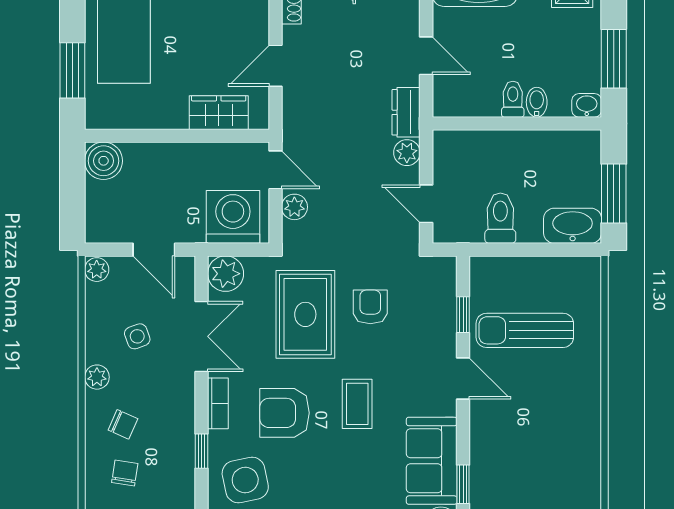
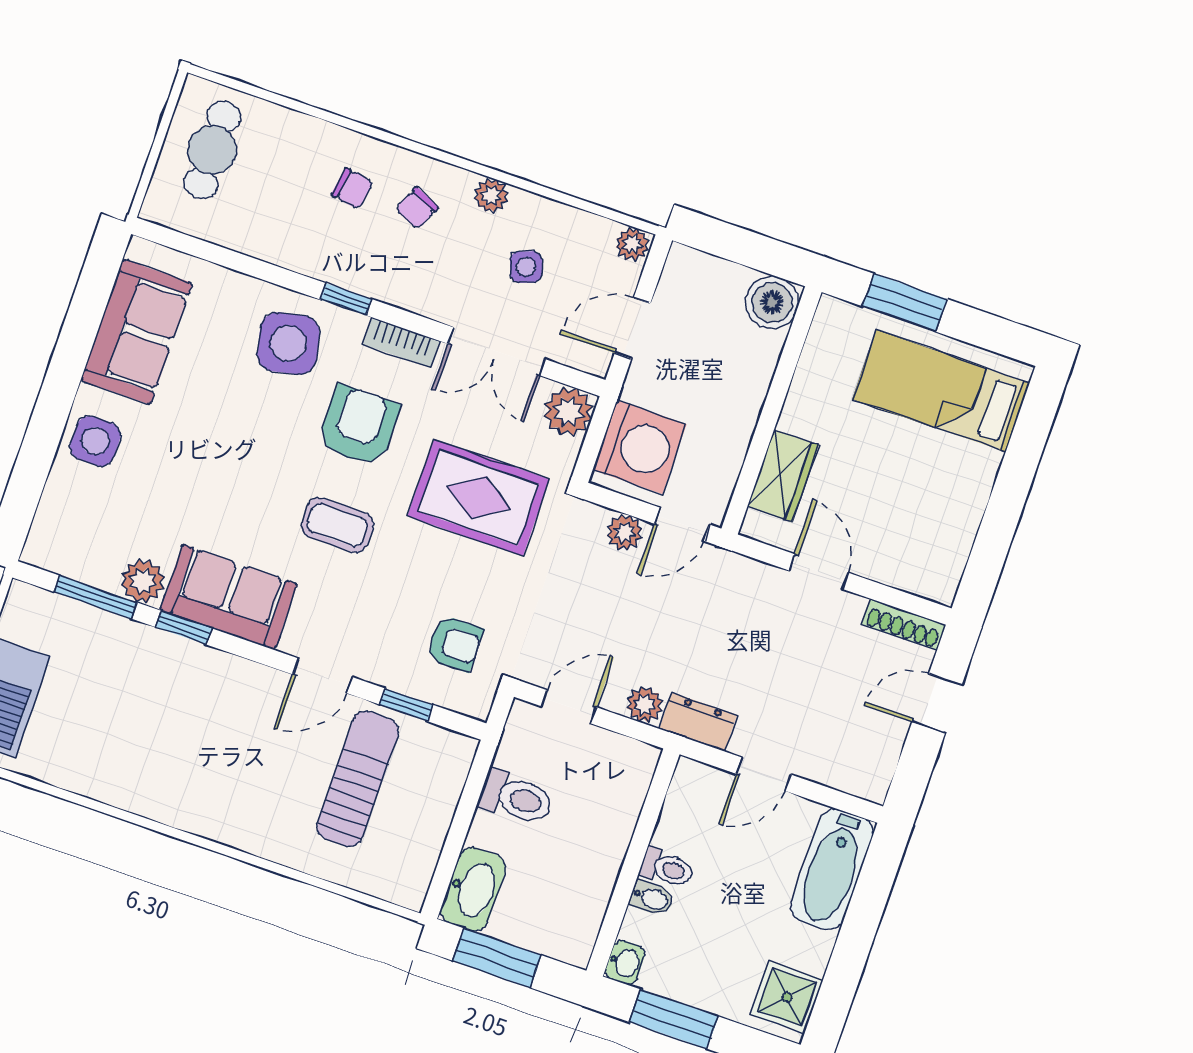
armchair: (370, 307) -> (455, 644), moved

